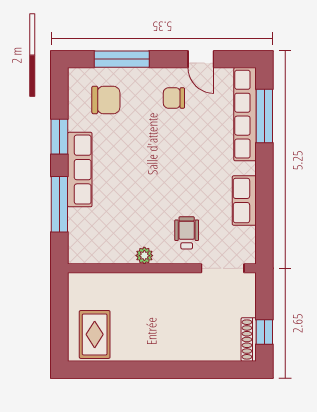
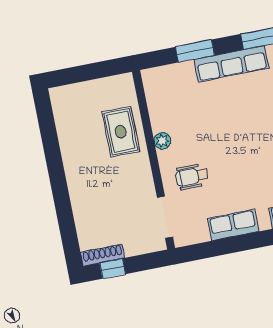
window: (59, 204) -> (195, 51), width x0.69
wheelchair: (187, 233) -> (192, 177), turned 180
rug: (95, 334) -> (121, 132), moved, turned 90

